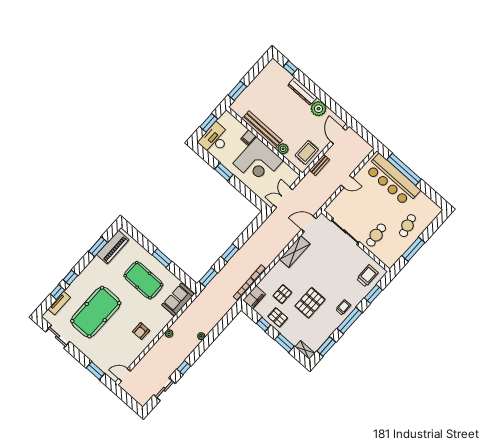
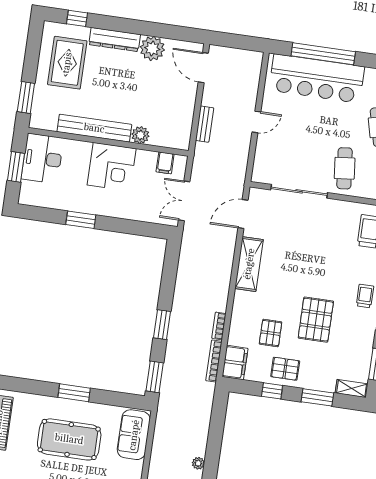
filing cabinet: (248, 138) -> (165, 163), moved
desk: (215, 139) -> (42, 158), moved
rug: (307, 152) -> (67, 63), moved, width x1.36, depth x1.43
corner desk: (258, 162) -> (112, 167), width x0.74, depth x0.74

